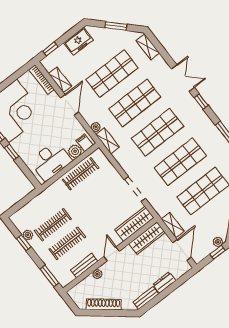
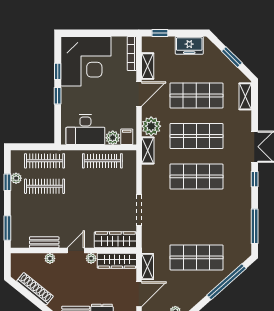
plant: (96, 127) -> (151, 126), width x1.88, depth x1.88
shop shelf: (180, 162) -> (196, 217), removed
clothes rail: (67, 243) -> (45, 161), moved
plant: (127, 251) -> (91, 258), added

